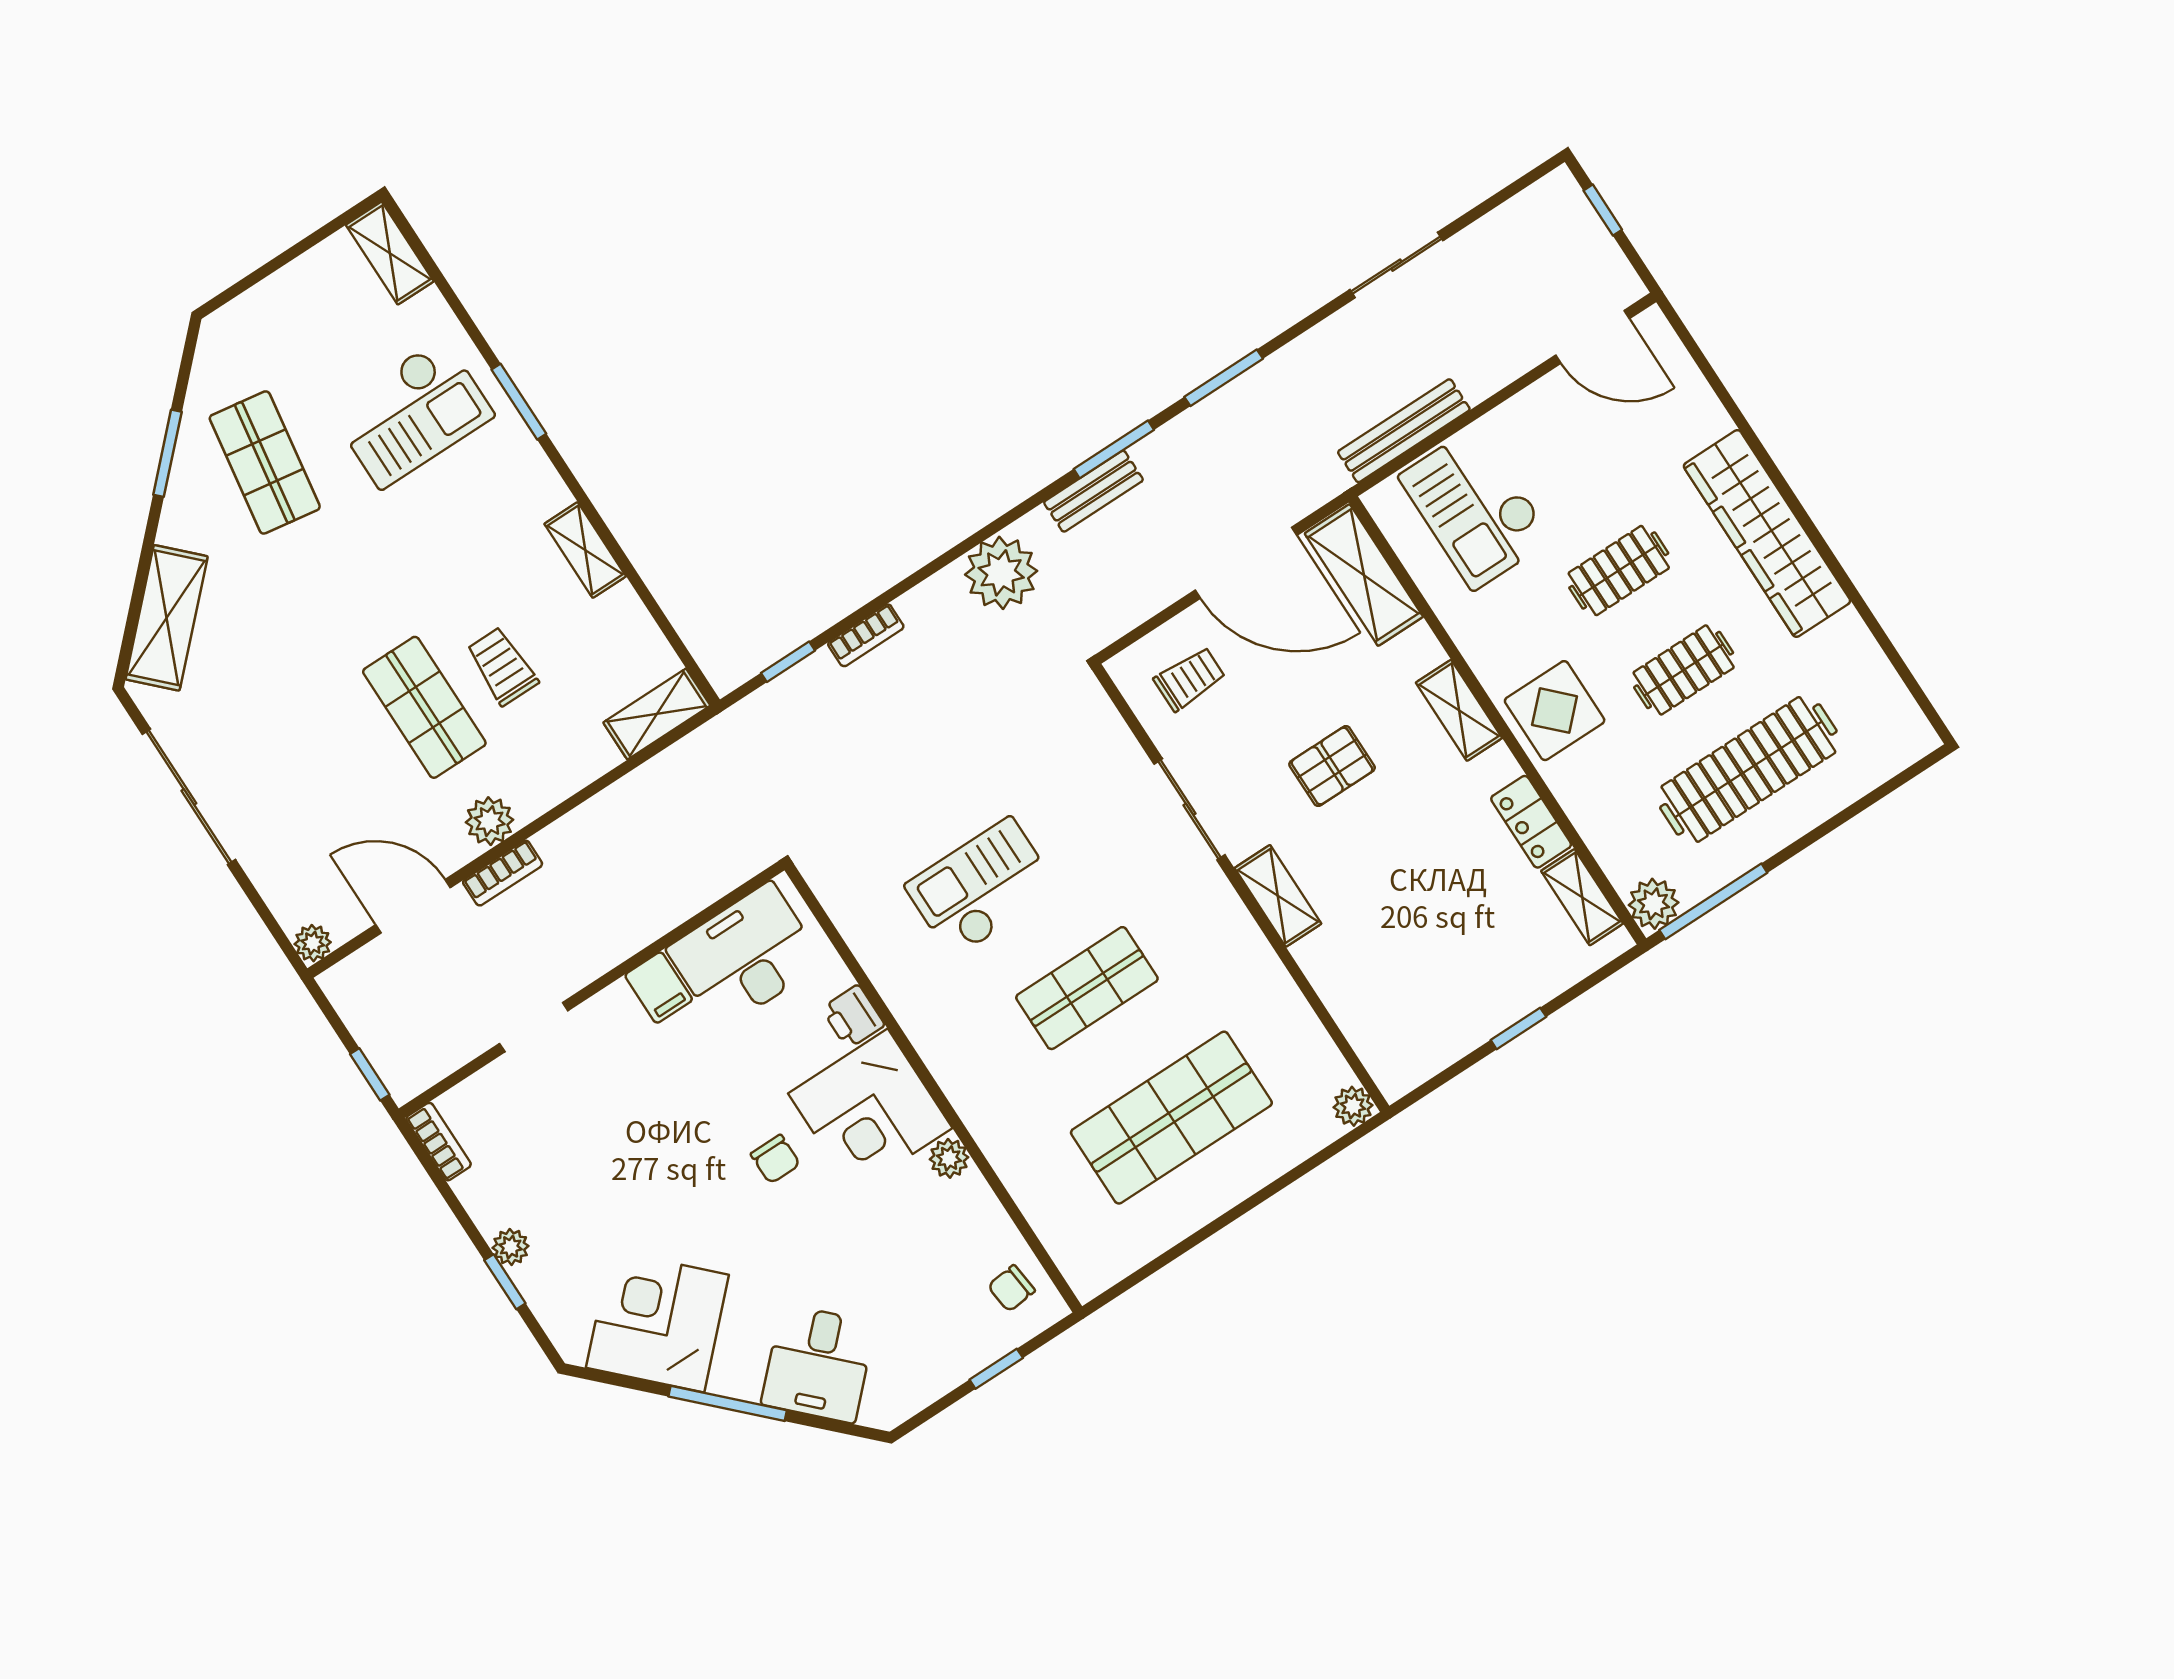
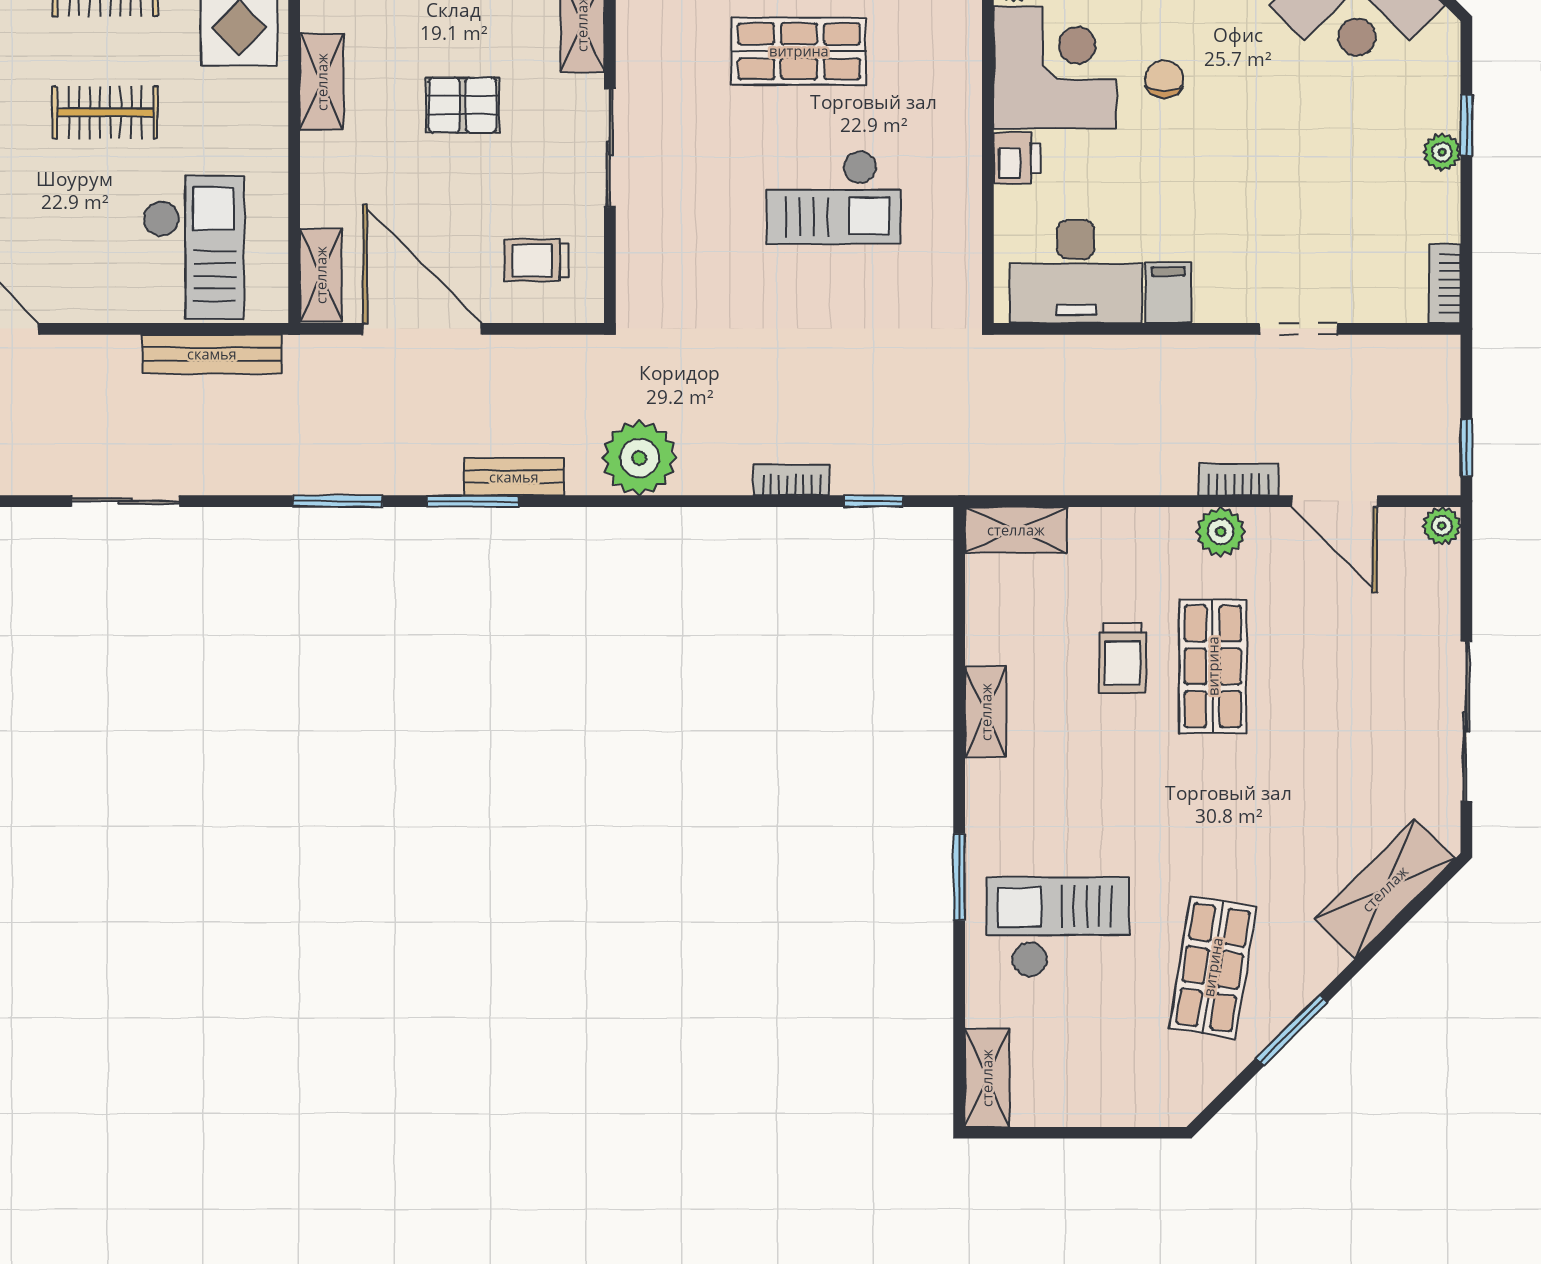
shelving: (1364, 575) -> (321, 275), width x0.67, depth x0.75
window: (370, 1074) -> (1466, 448), moved

